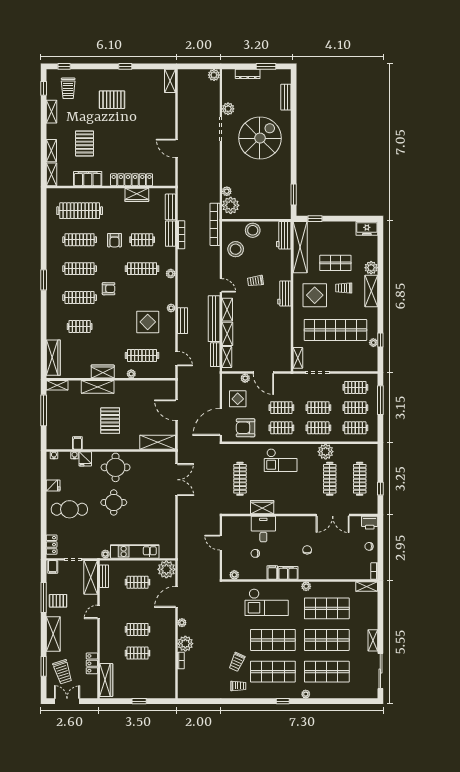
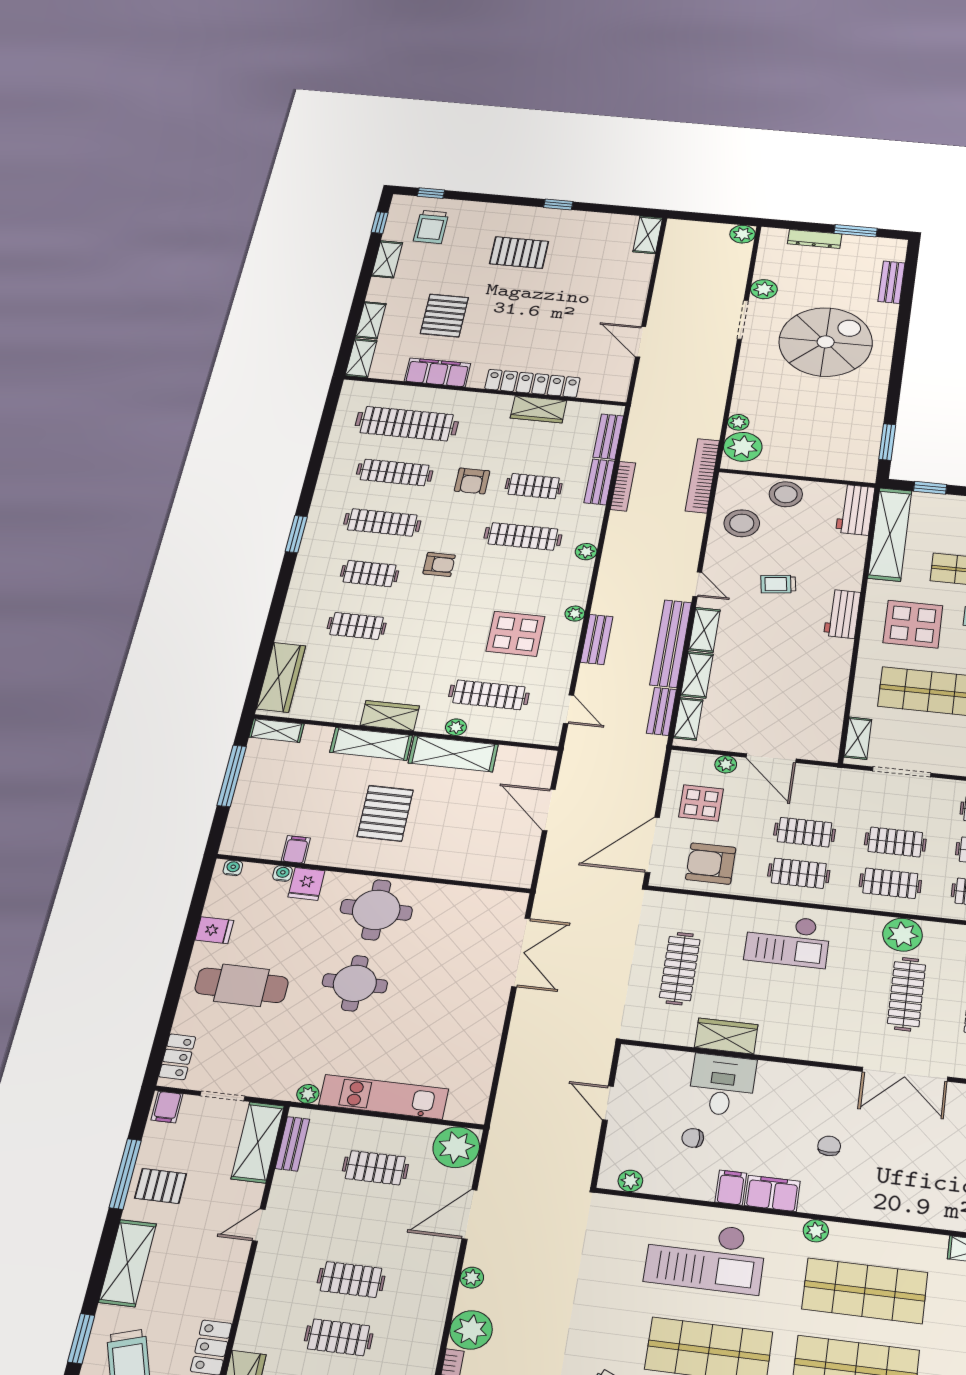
clothes rail: (80, 298) -> (370, 574), width x0.73
shelving: (158, 442) -> (453, 754), moved

